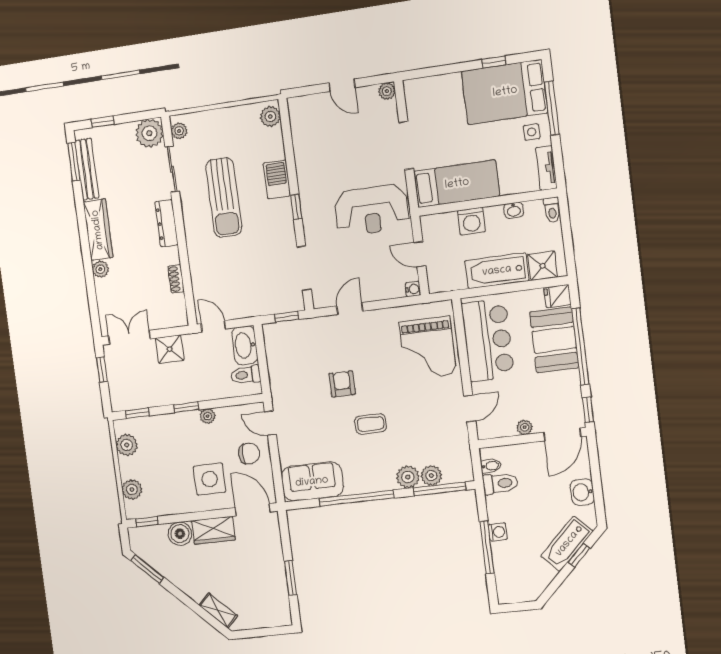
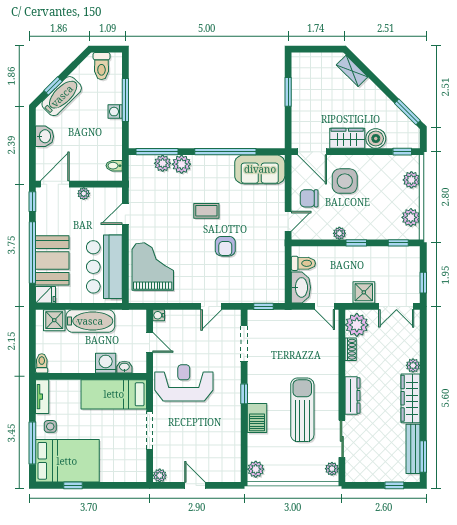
plant: (149, 133) -> (357, 325), moved
washbasin: (514, 210) -> (124, 367), moved
door: (270, 423) -> (288, 221), hinge flipped
toilet: (500, 483) -> (101, 66), moved, turned -90

